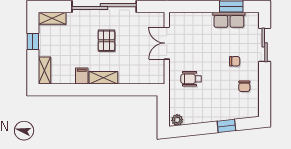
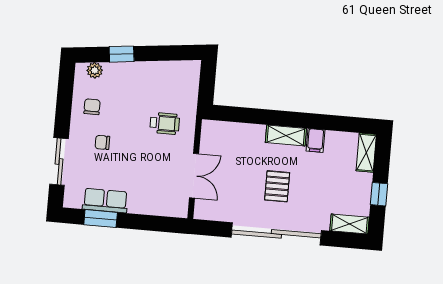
plant: (177, 120) -> (95, 70), moved

